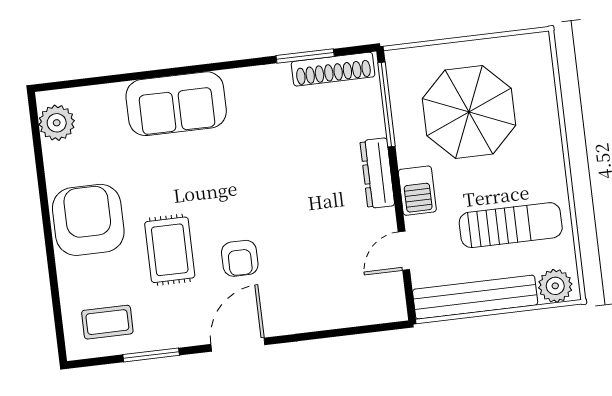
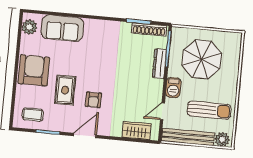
sofa: (176, 104) -> (62, 28), moved
dresser: (377, 173) -> (159, 64), moved
wardrobe: (354, 308) -> (137, 131), added

